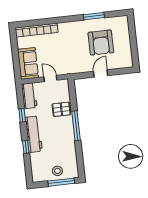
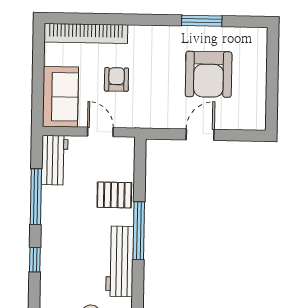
armchair: (55, 51) -> (116, 79), added
window: (22, 115) -> (36, 197), width x2.17
workbench: (34, 134) -> (120, 261), moved, turned 180

